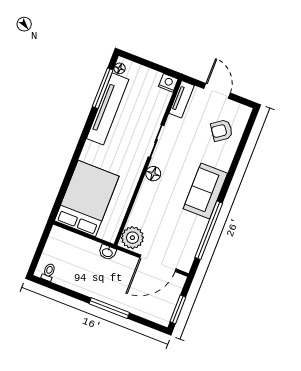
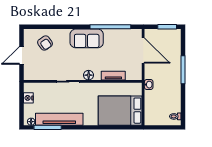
nightstand: (168, 83) -> (28, 98), moved
tv unit: (182, 99) -> (113, 76), moved
plant: (132, 238) -> (133, 73), removed

